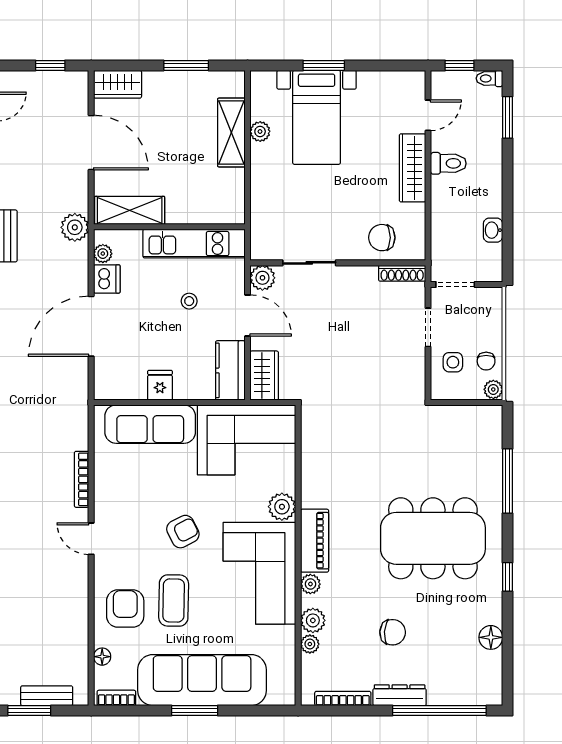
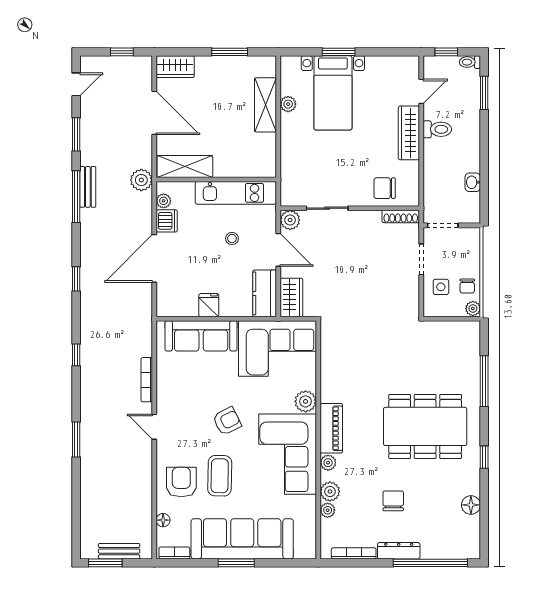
chair: (393, 632) -> (393, 501), turned -94

